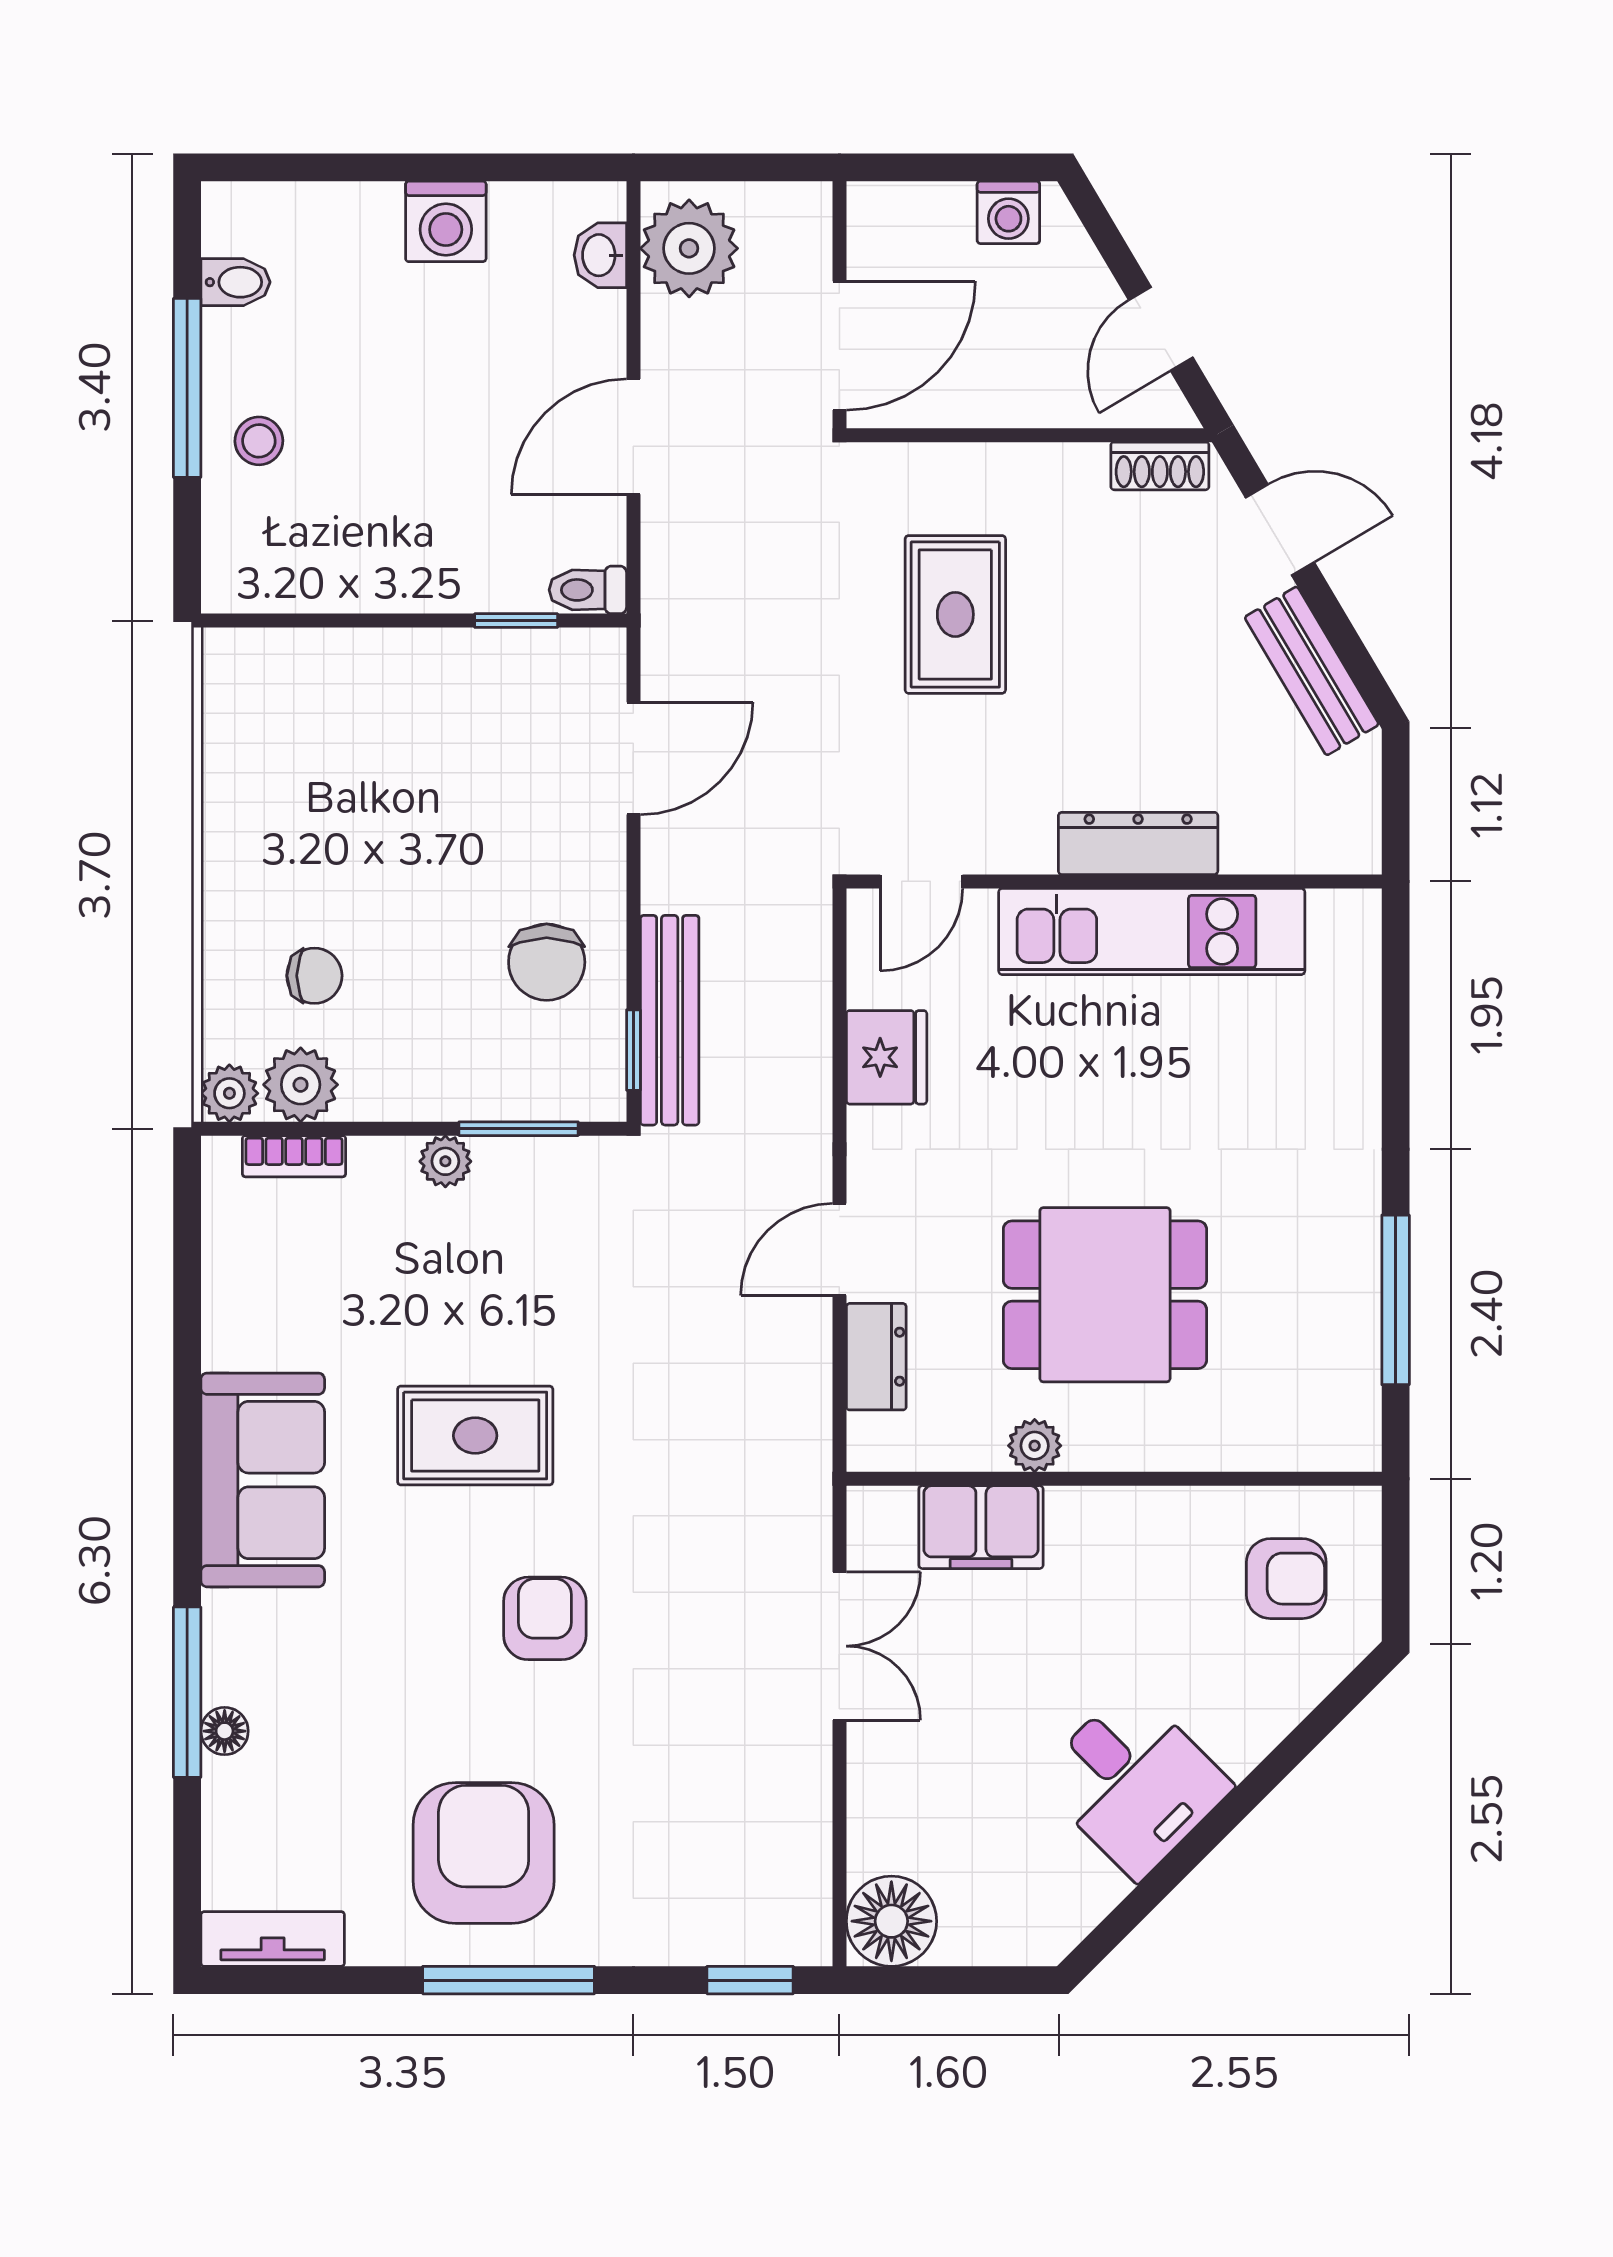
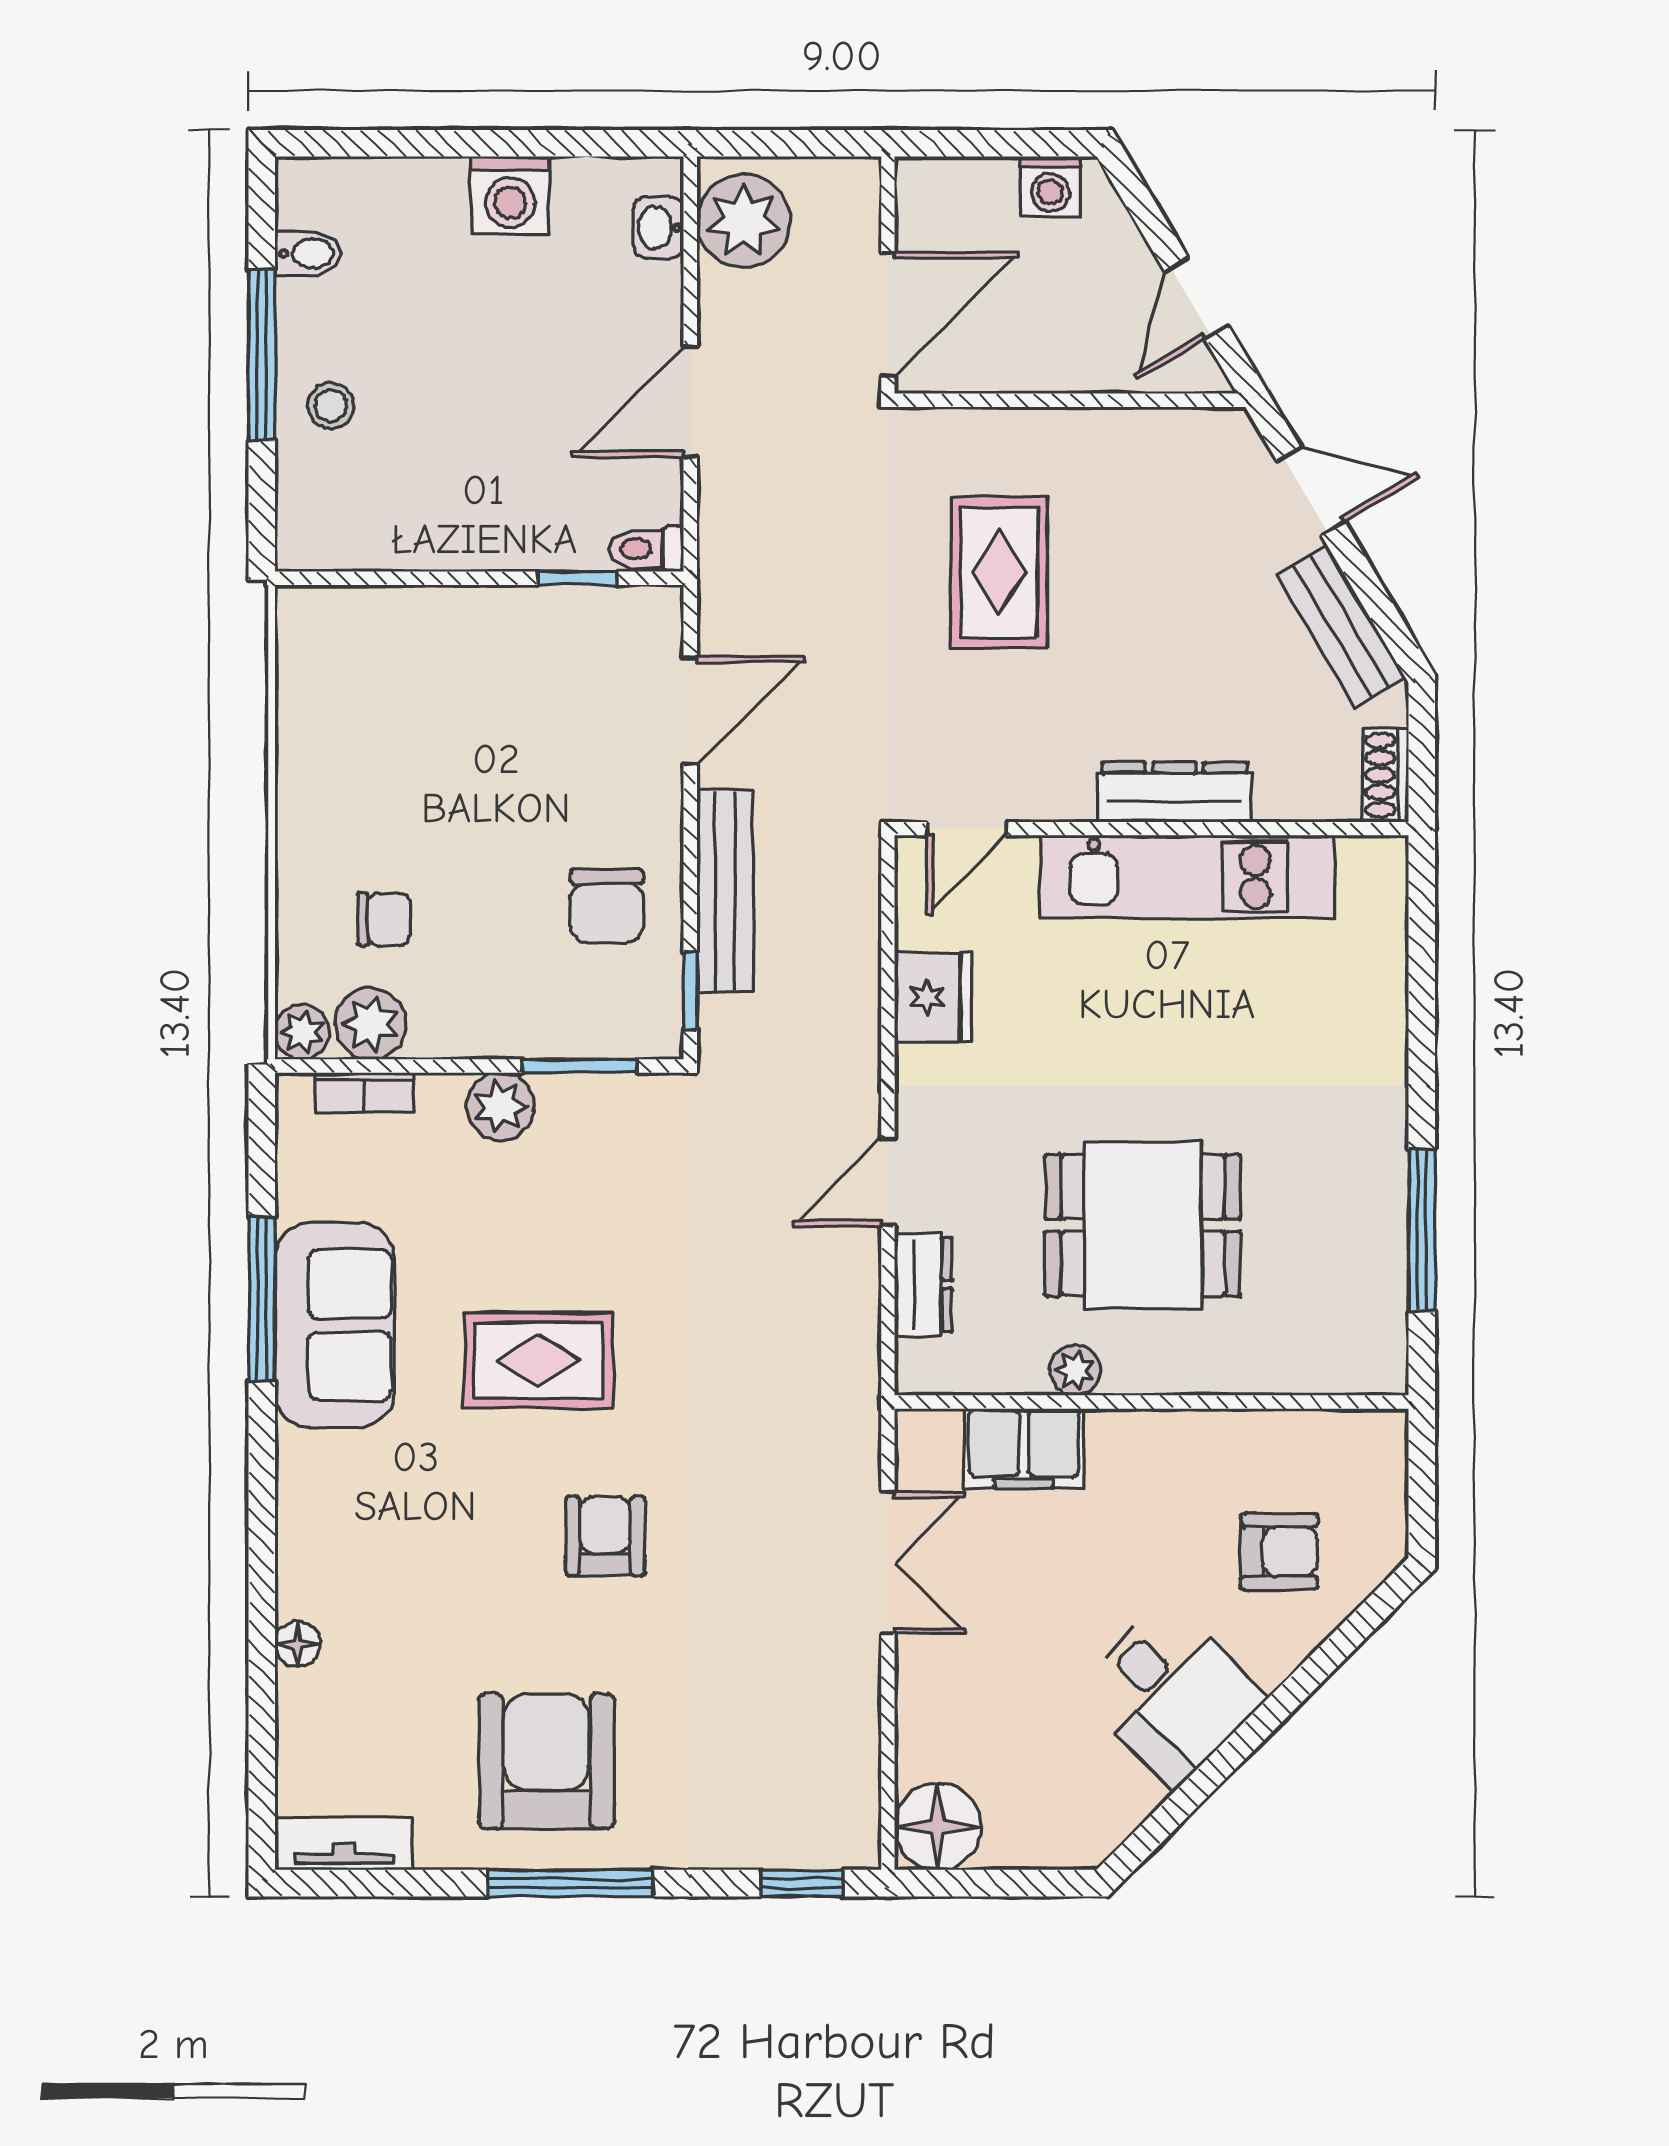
shoe rack: (1160, 466) -> (1386, 775), moved, turned 90
bench: (670, 1020) -> (725, 891), moved
plant: (445, 1161) -> (500, 1106), width x1.38, depth x1.38
sofa: (263, 1480) -> (334, 1325), moved
armchair: (1286, 1579) -> (1279, 1551), moved
window: (187, 1692) -> (262, 1299), moved

